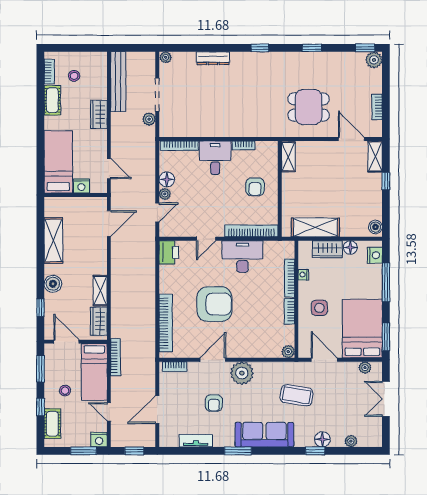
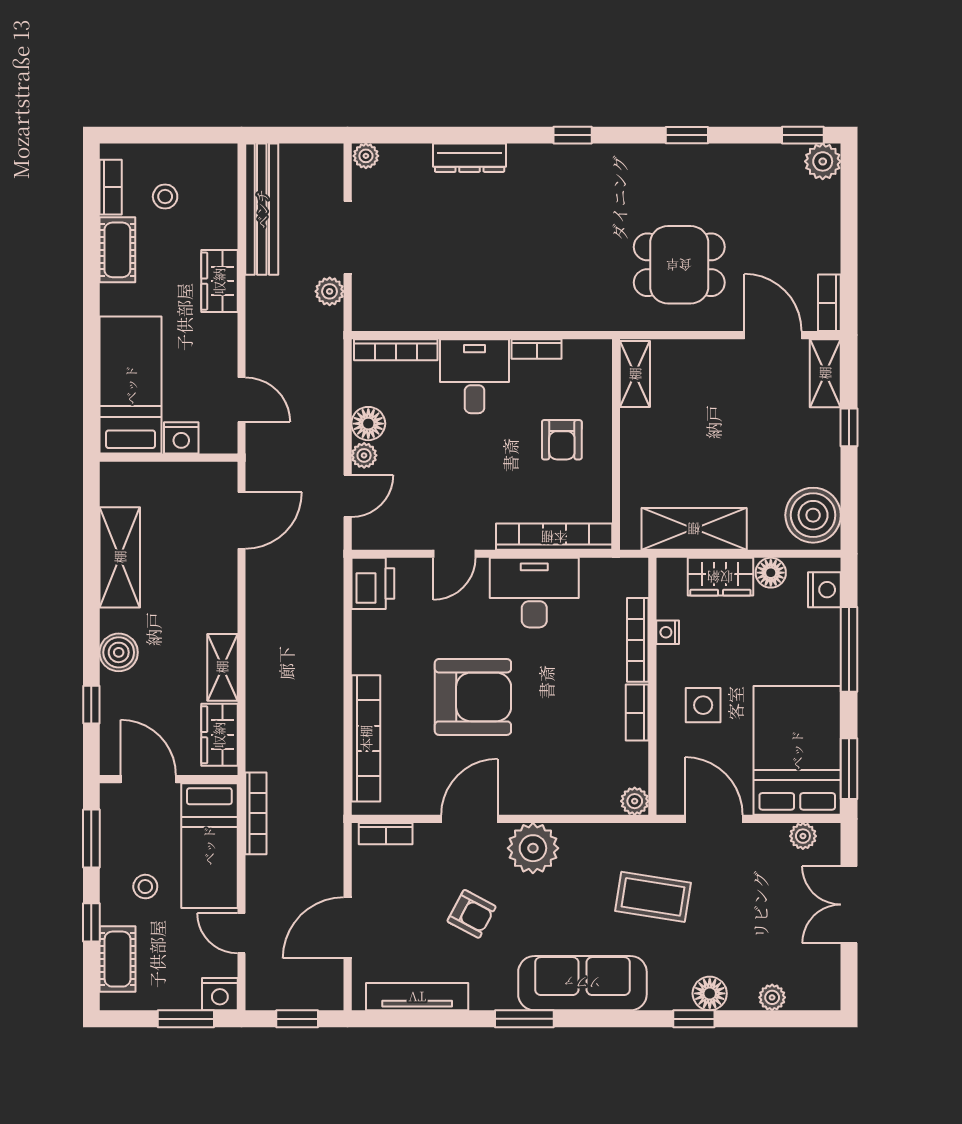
bookcase: (377, 107) -> (829, 303), moved
boiler: (375, 227) -> (813, 515), width x1.86, depth x1.86
armchair: (214, 403) -> (472, 914), turned -62
tv unit: (196, 441) -> (417, 997), width x1.41

